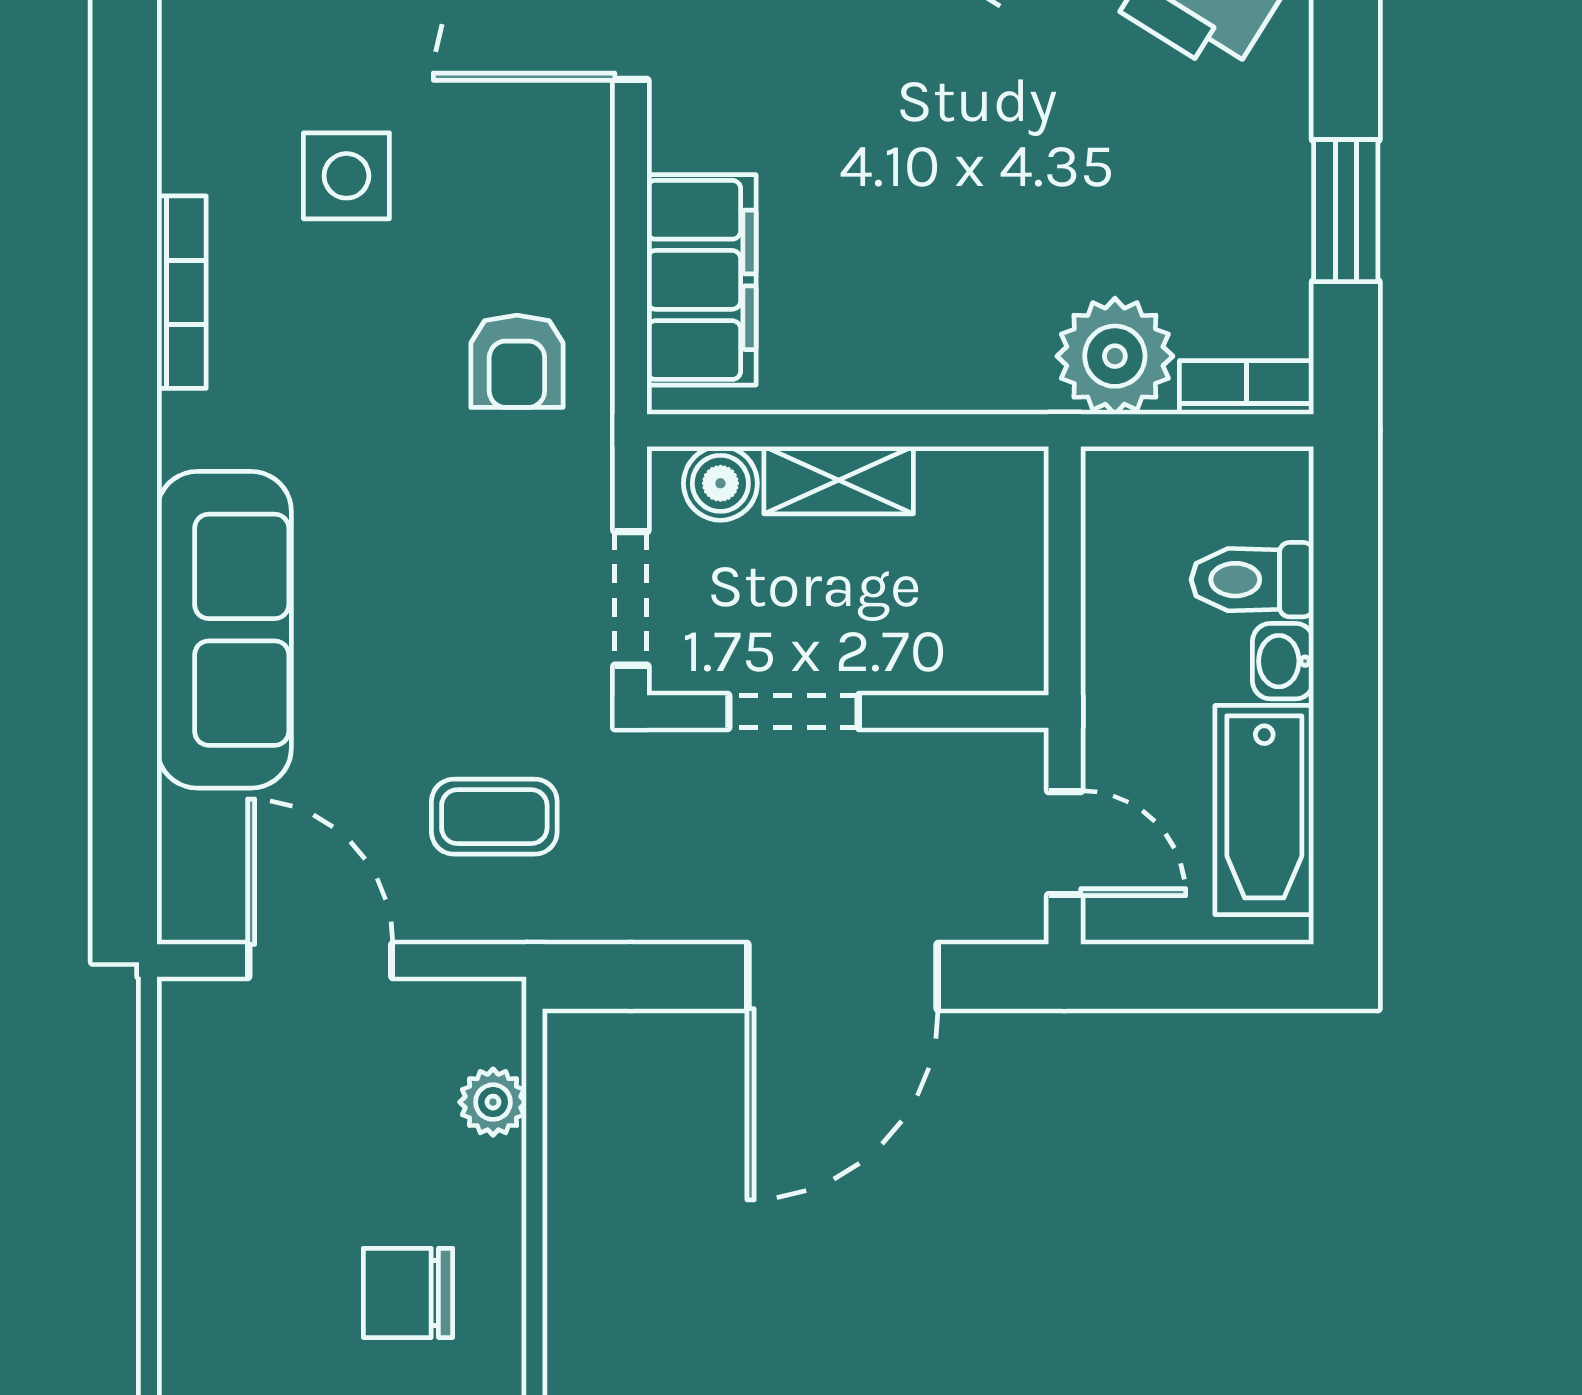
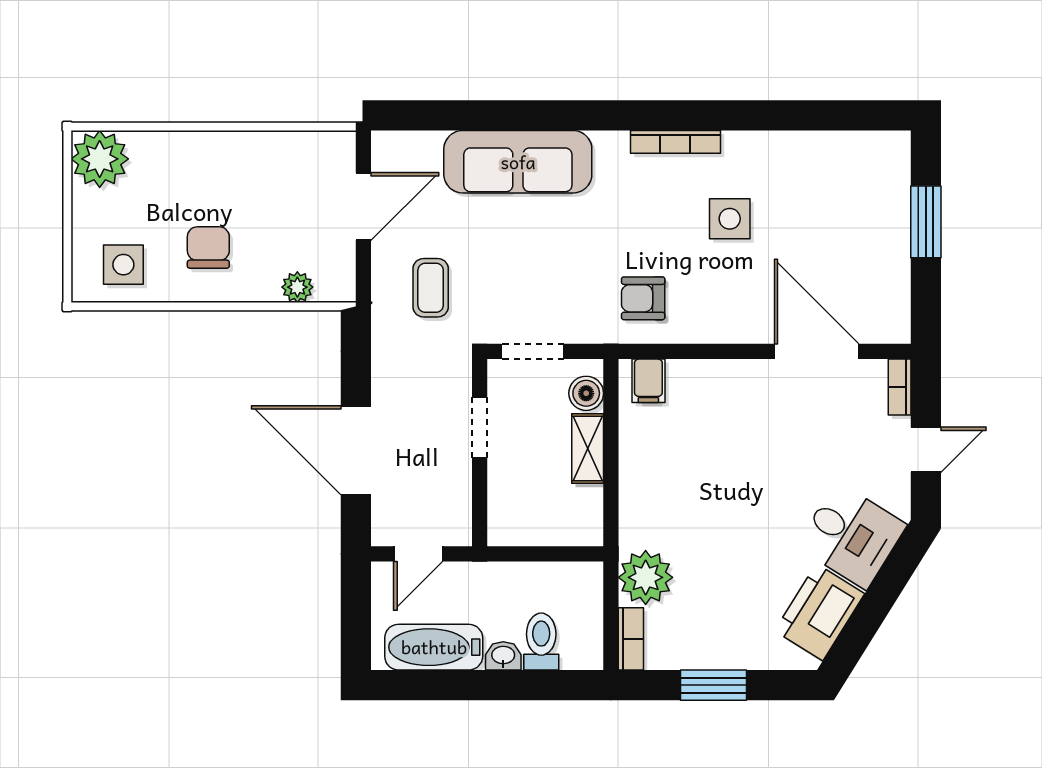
filing cabinet: (701, 280) -> (648, 381), width x0.33, depth x0.86

